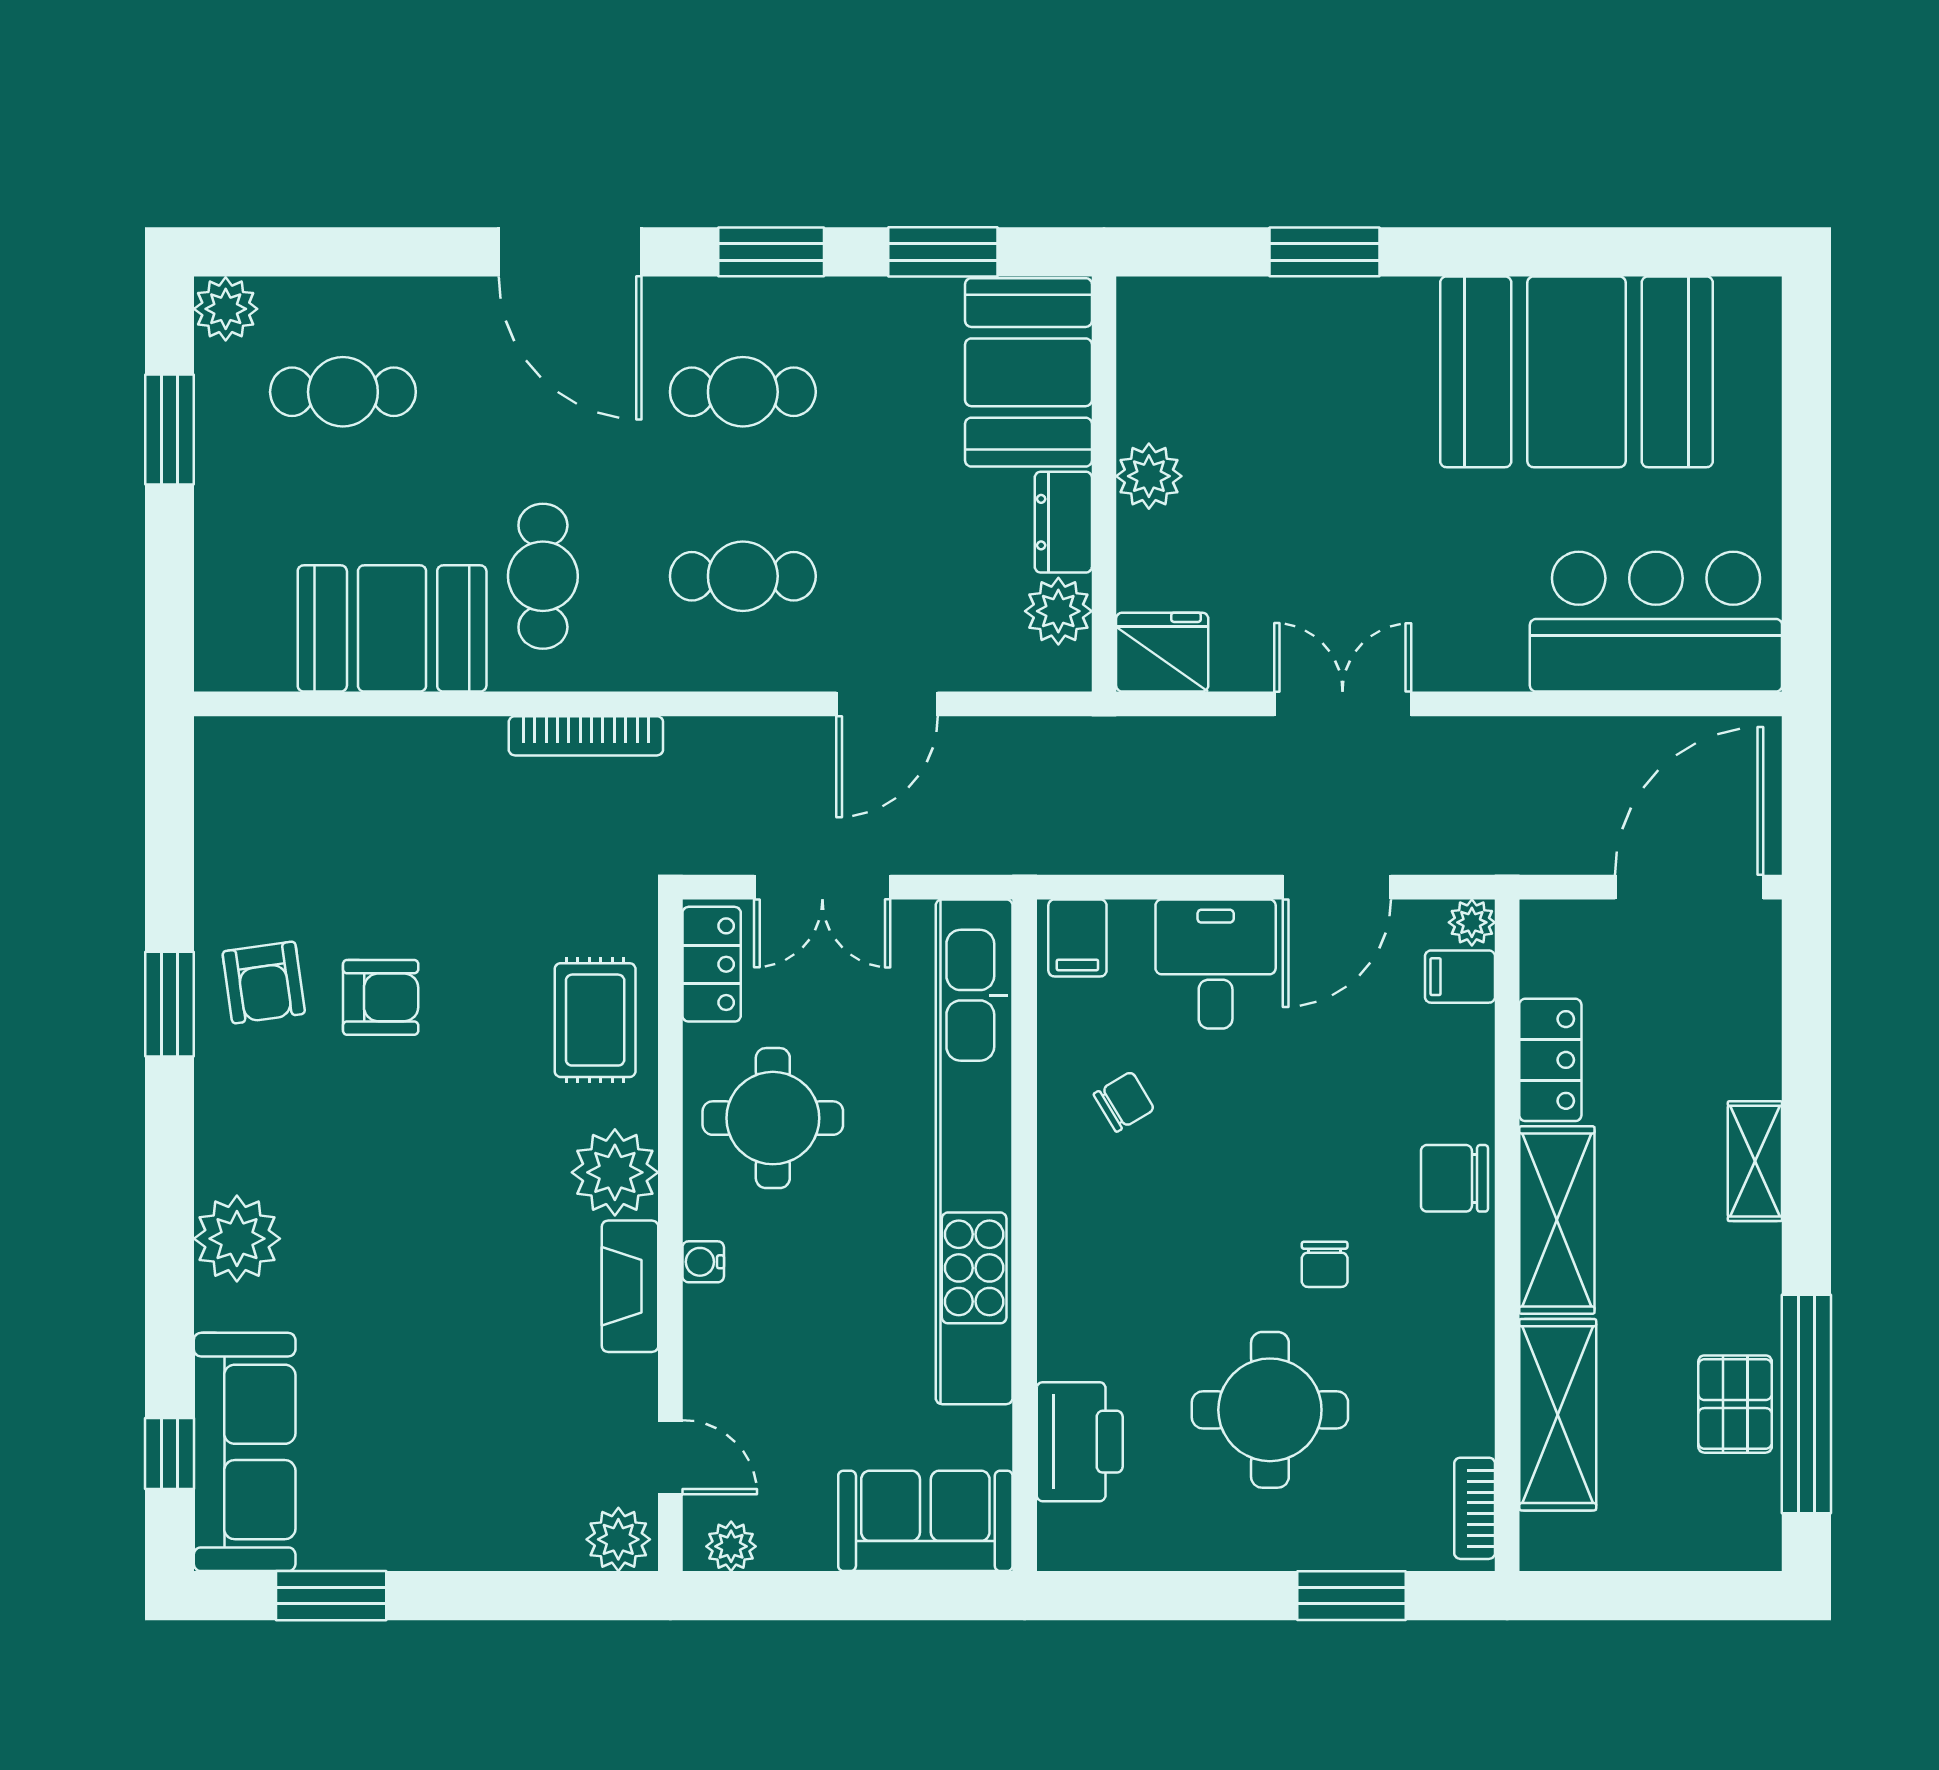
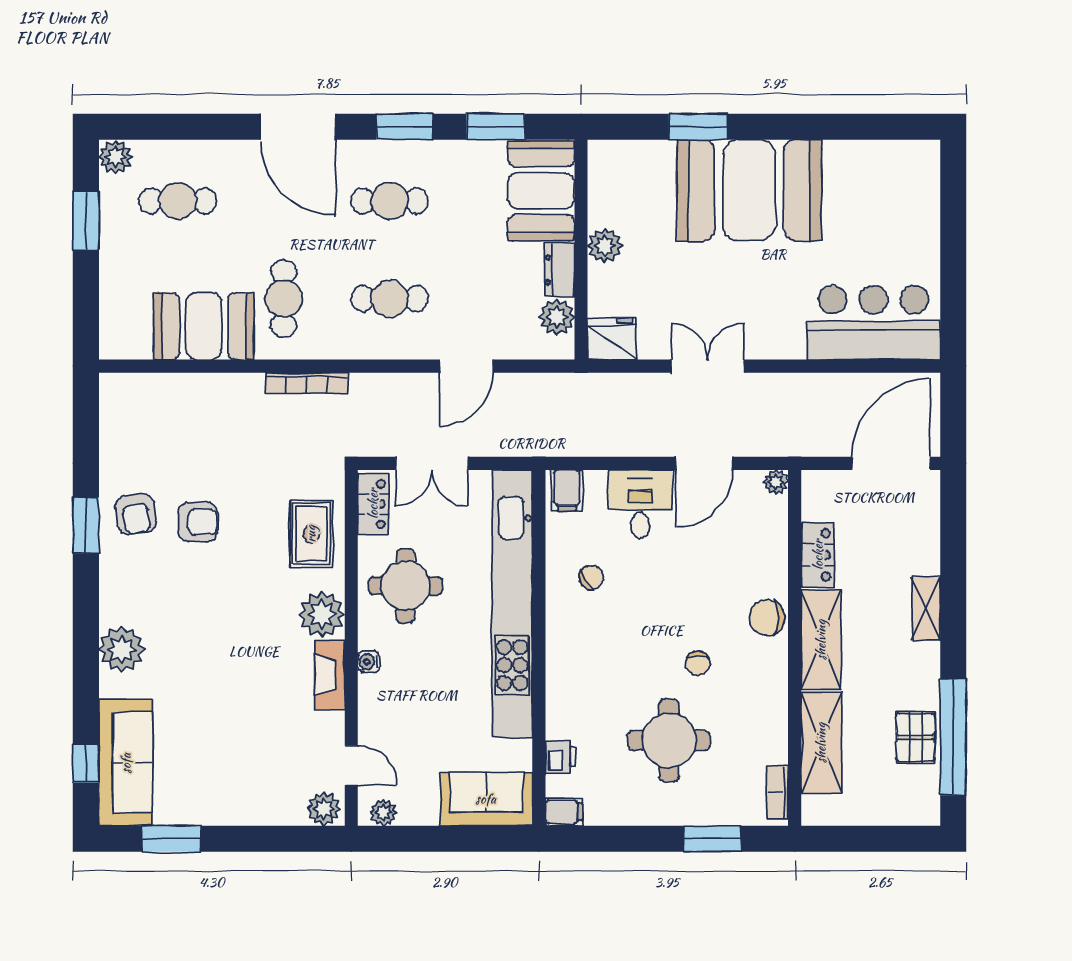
booth: (1576, 372) -> (749, 190), moved
filing cabinet: (1460, 977) -> (564, 812), moved, turned 180
printer: (1080, 1442) -> (561, 757), width x0.53, depth x0.68

